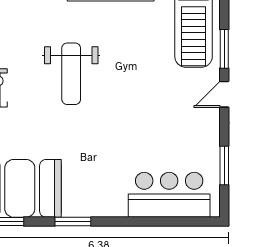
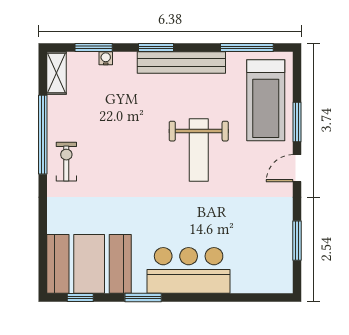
weight bench: (71, 74) -> (199, 150), moved
bar counter: (169, 195) -> (189, 270), moved

